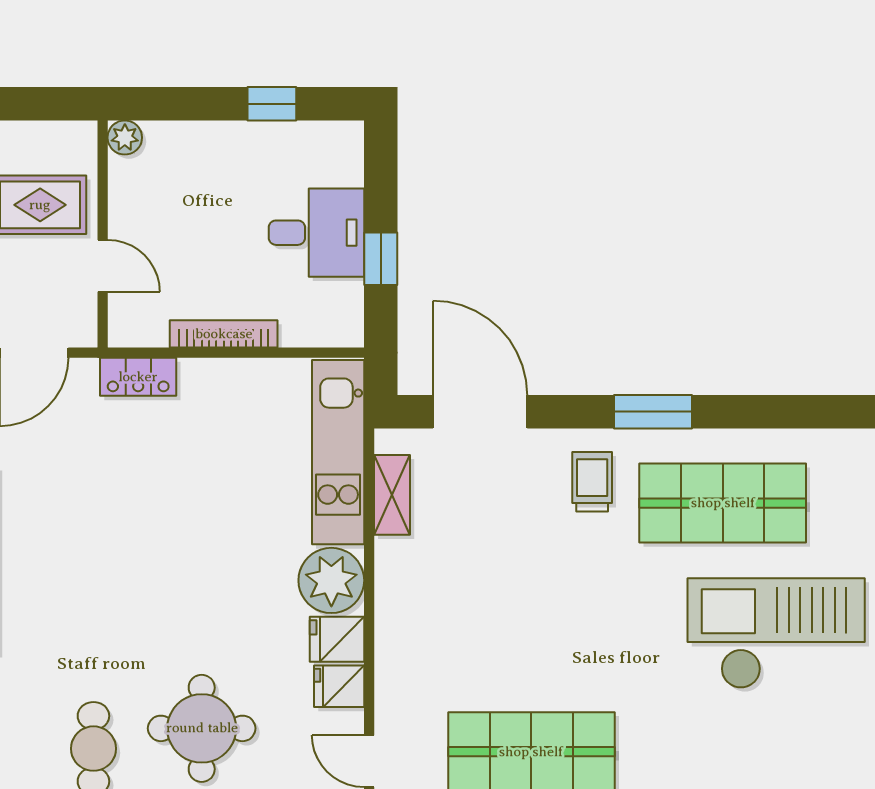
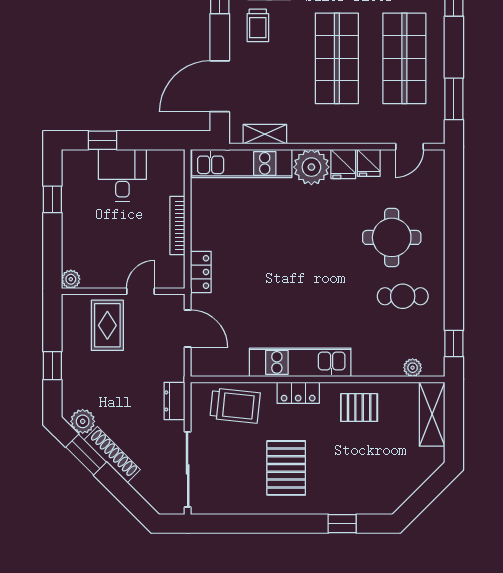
window: (381, 259) -> (102, 140), moved
trolley: (592, 482) -> (258, 25), turned -90
shop shelf: (531, 627) -> (337, 58), added

